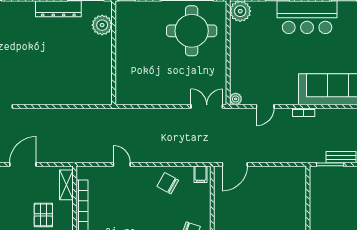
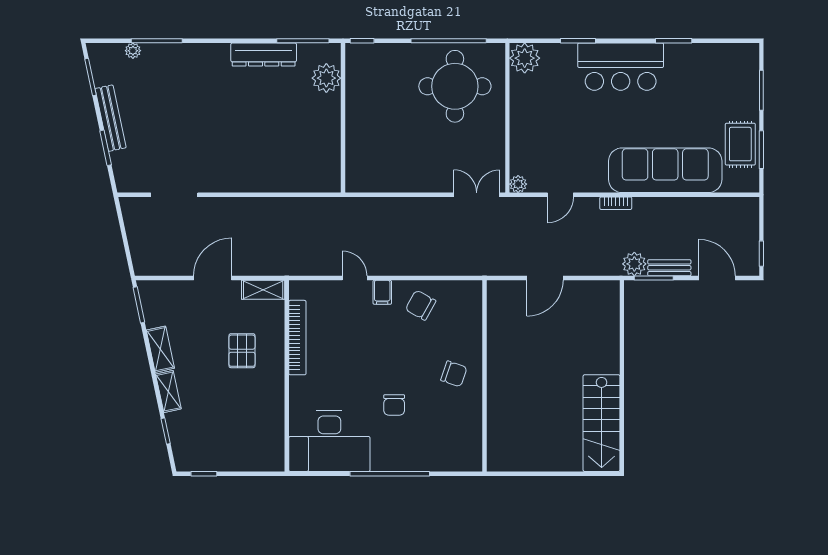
plant: (317, 155) -> (634, 264), added
door: (235, 164) -> (545, 278), moved
filing cabinet: (200, 174) -> (382, 292), moved
shelving: (66, 185) -> (263, 290), moved, turned 90

